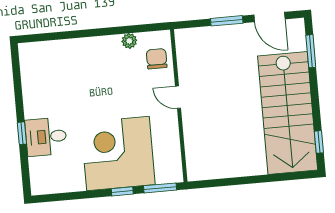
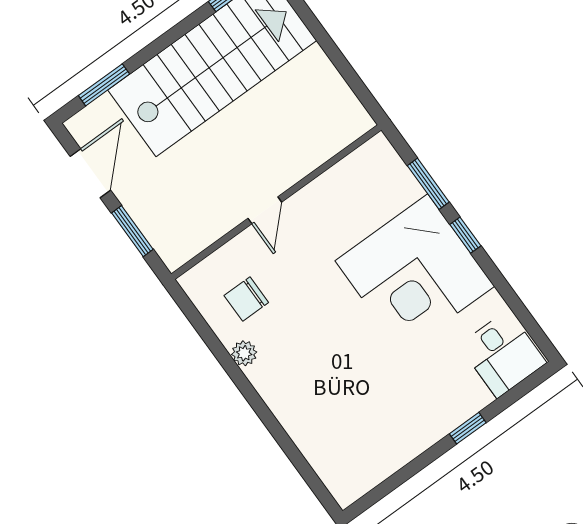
door: (178, 97) -> (265, 210), moved
wall: (179, 106) -> (276, 202), moved
desk: (46, 137) -> (503, 354), moved

